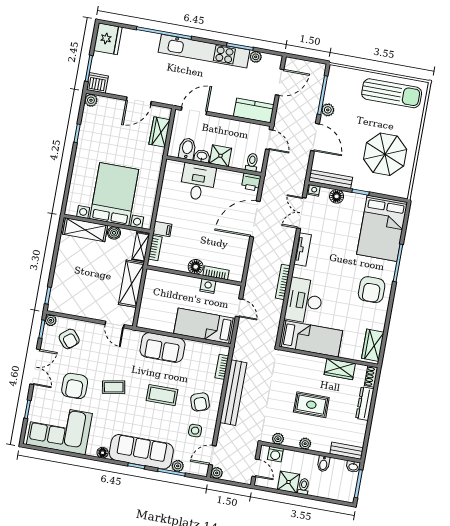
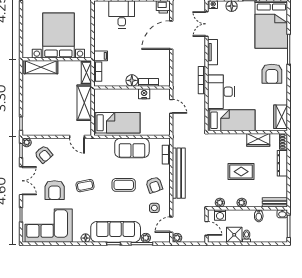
boiler: (114, 233) -> (64, 66), removed
bed: (205, 326) -> (117, 123), moved, turned 180
sofa: (162, 347) -> (132, 148), moved

